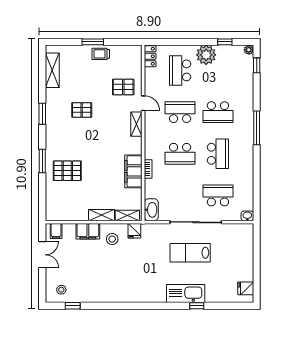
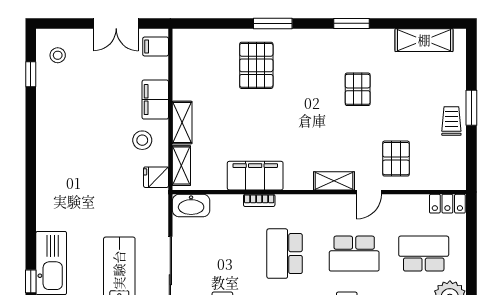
school desk: (180, 112) -> (354, 254), turned 90

